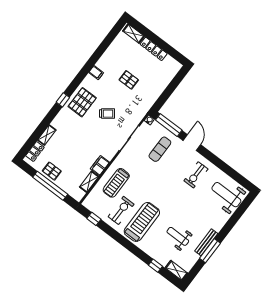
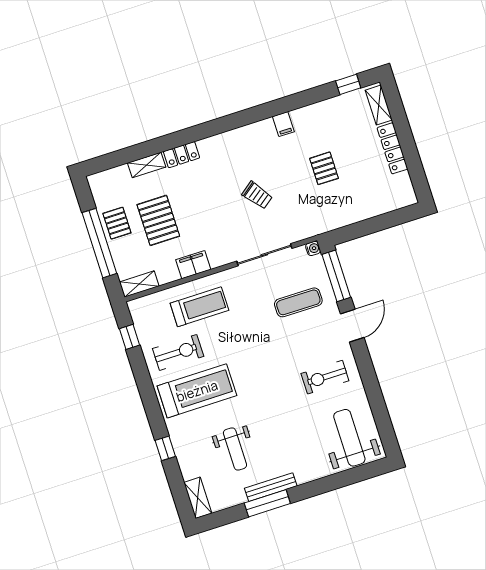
window: (63, 100) -> (348, 84), moved
pallet: (82, 102) -> (158, 220), moved, turned 90
locker: (35, 151) -> (182, 155), moved
shelving: (89, 182) -> (139, 284), moved
treadmill: (116, 183) -> (199, 307), turned 180
weight bench: (178, 236) -> (235, 449), turned 180
window: (155, 266) -> (165, 448), moved

